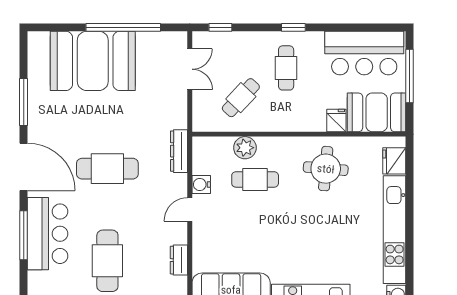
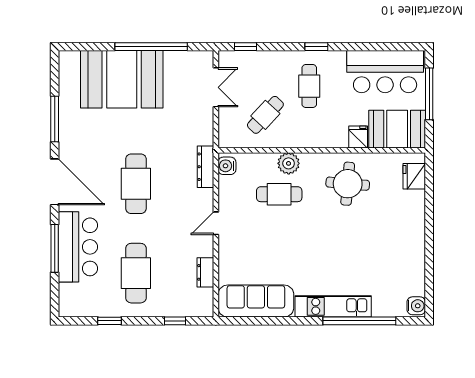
plant: (245, 148) -> (289, 163), moved
cafe table: (107, 169) -> (136, 184), turned 90
water cooler: (201, 184) -> (227, 166), moved
kitchen unit: (395, 230) -> (415, 243), removed

